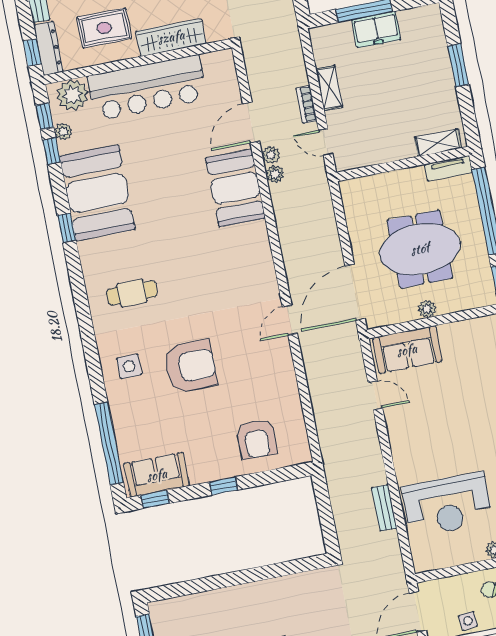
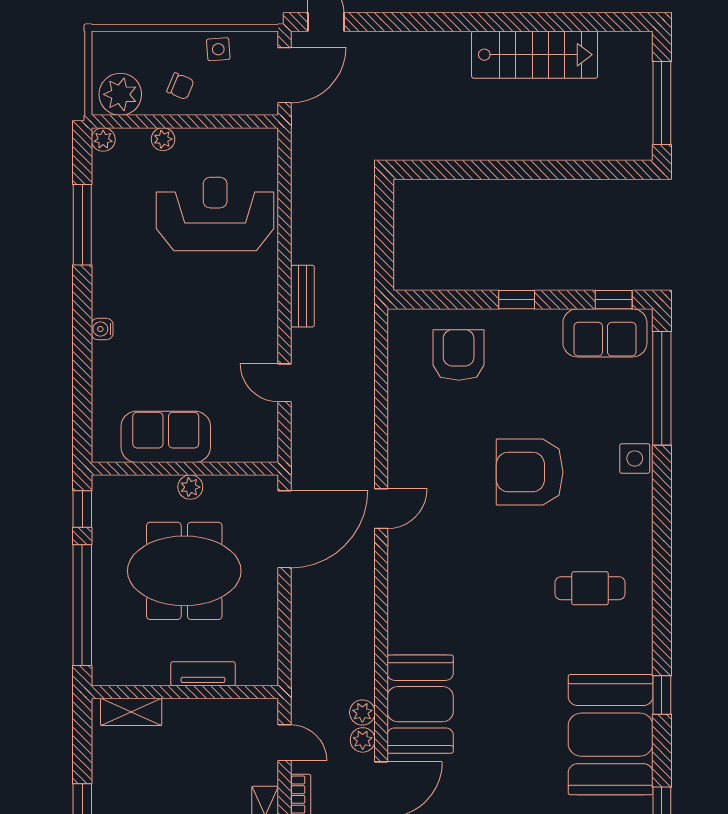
tv unit: (448, 168) -> (203, 674), moved
sofa: (407, 350) -> (166, 437), moved
side table: (129, 366) -> (635, 458), moved
bench: (384, 508) -> (302, 296), moved

